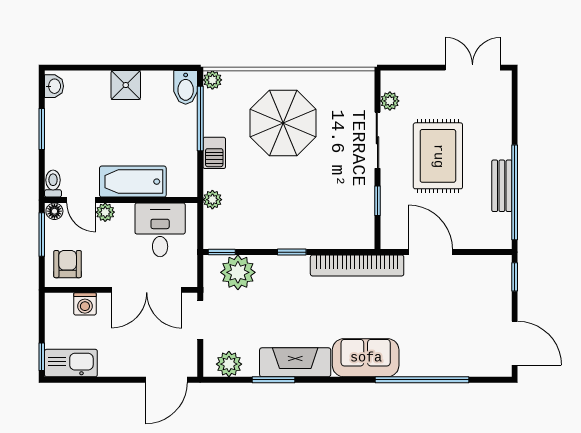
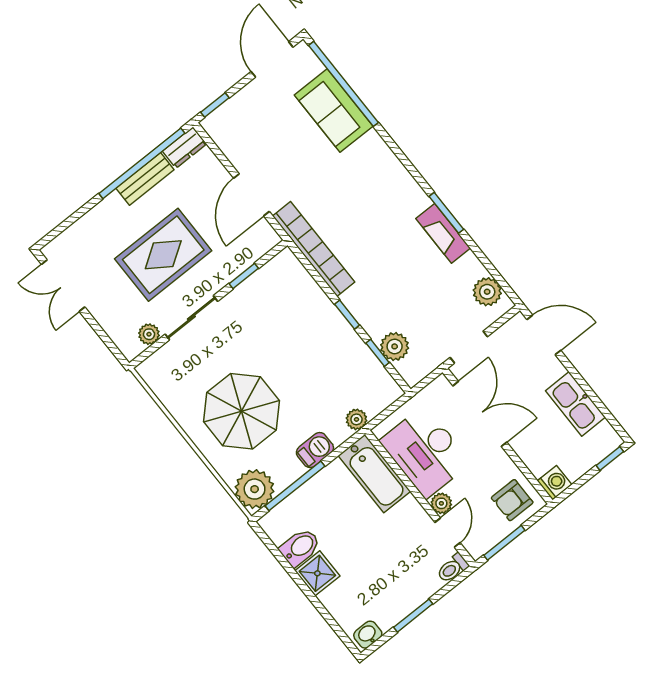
plant: (212, 80) -> (255, 489), width x1.88, depth x1.88
bidet: (186, 87) -> (300, 547), moved
bathtub: (133, 182) -> (374, 474), moved
floor lamp: (54, 211) -> (476, 548), removed
desk: (160, 230) -> (425, 452), width x1.37
dresser: (502, 231) -> (184, 147), added
window: (222, 252) -> (378, 353), moved
plant: (238, 272) -> (395, 346), width x0.73, depth x0.73
washing machine: (85, 304) -> (555, 483), moved
sofa: (366, 358) -> (334, 111), moved
fireplace: (295, 362) -> (443, 233), width x0.73, depth x0.76
kitchen sink: (71, 363) -> (575, 404), moved
window: (274, 380) -> (446, 213), moved
window: (422, 380) -> (343, 84), moved

